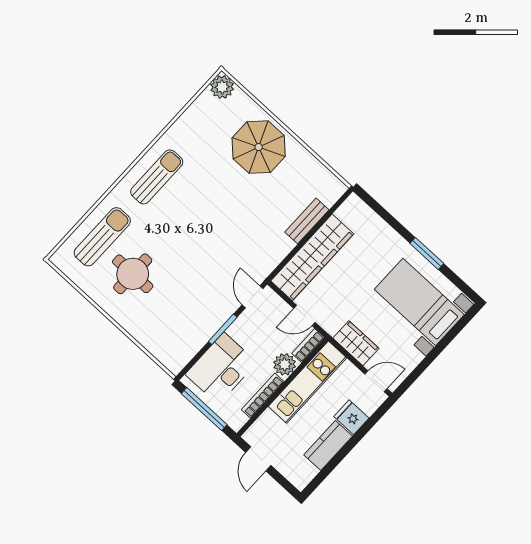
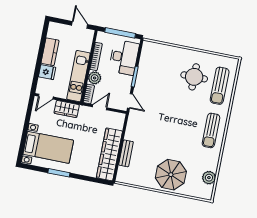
plant: (222, 87) -> (209, 178), moved
wardrobe: (312, 257) -> (109, 154), moved

